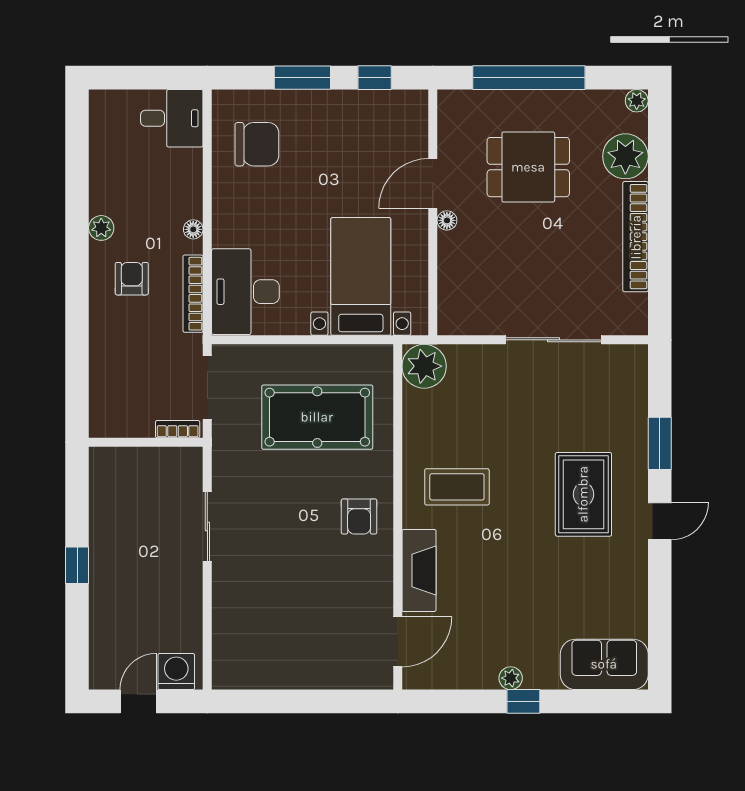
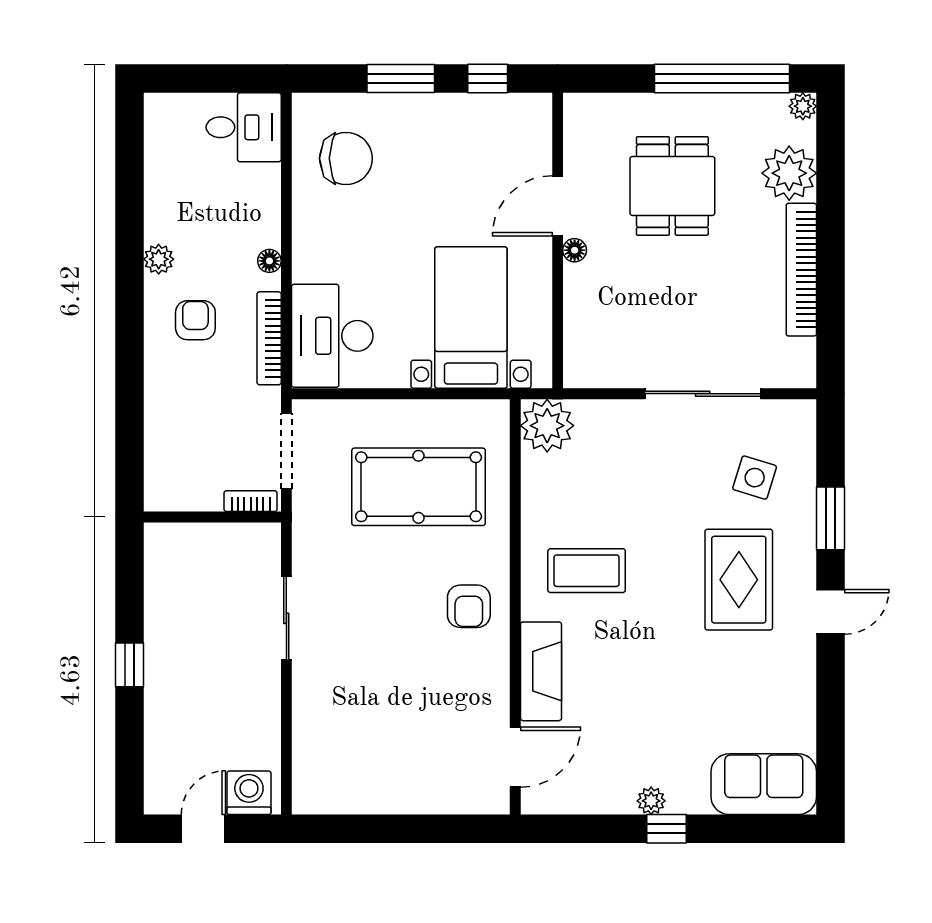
window: (529, 78) -> (722, 78), moved
dining table: (528, 167) -> (672, 186), turned 90
side table: (597, 409) -> (755, 478), added

